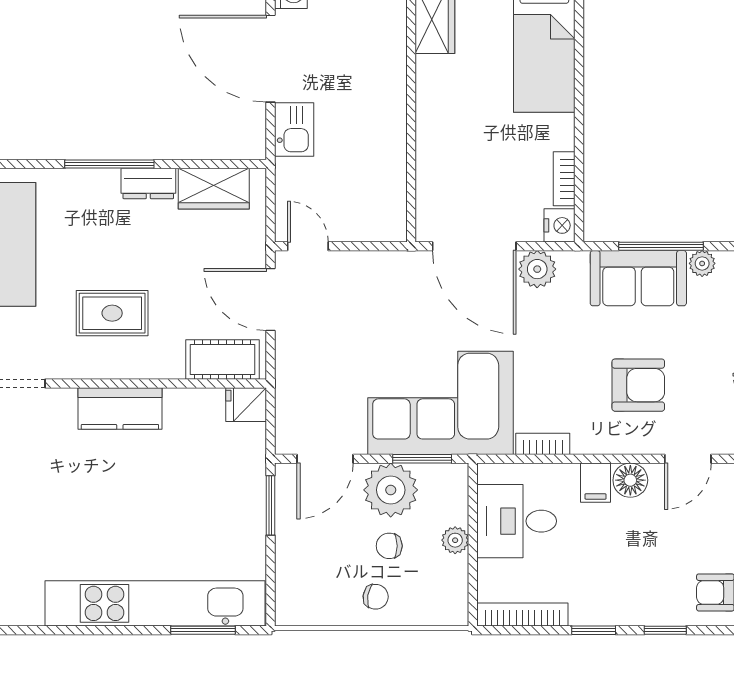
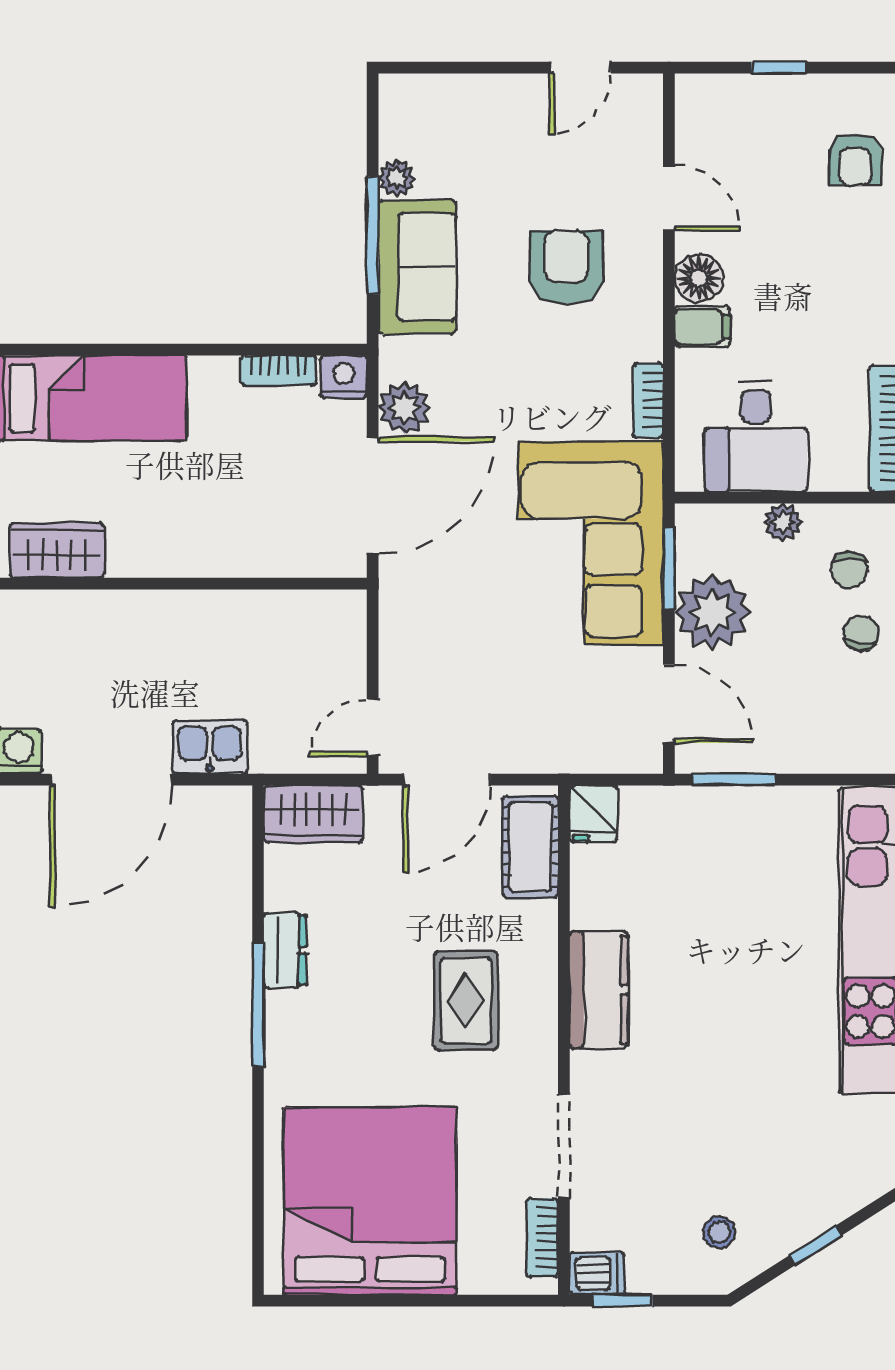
wardrobe: (214, 189) -> (313, 814), moved, turned 90
chair: (389, 546) -> (849, 570), moved

